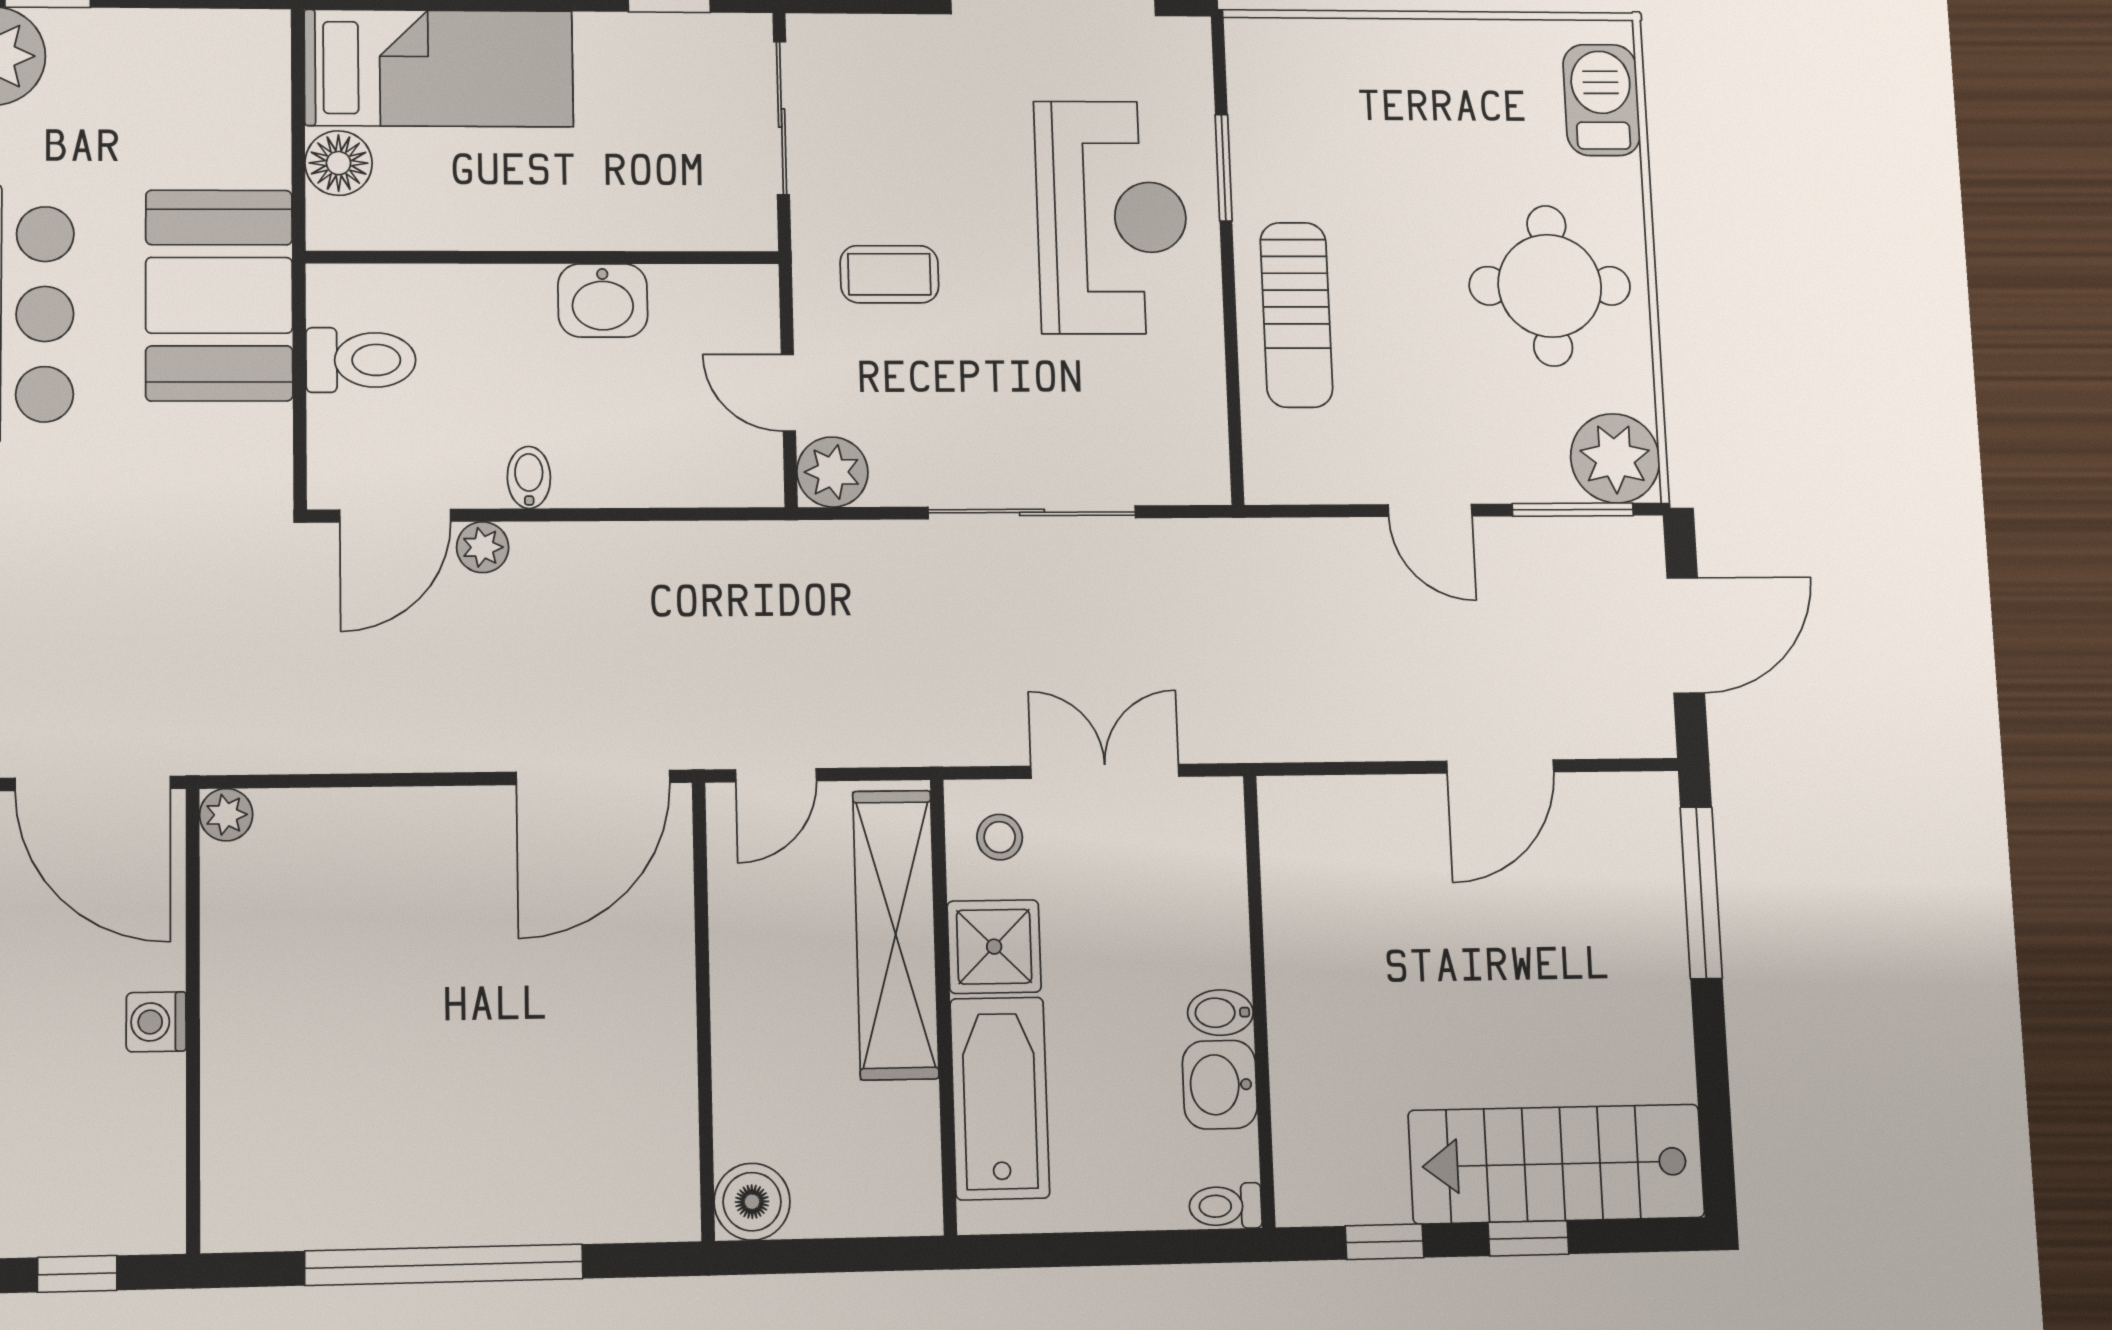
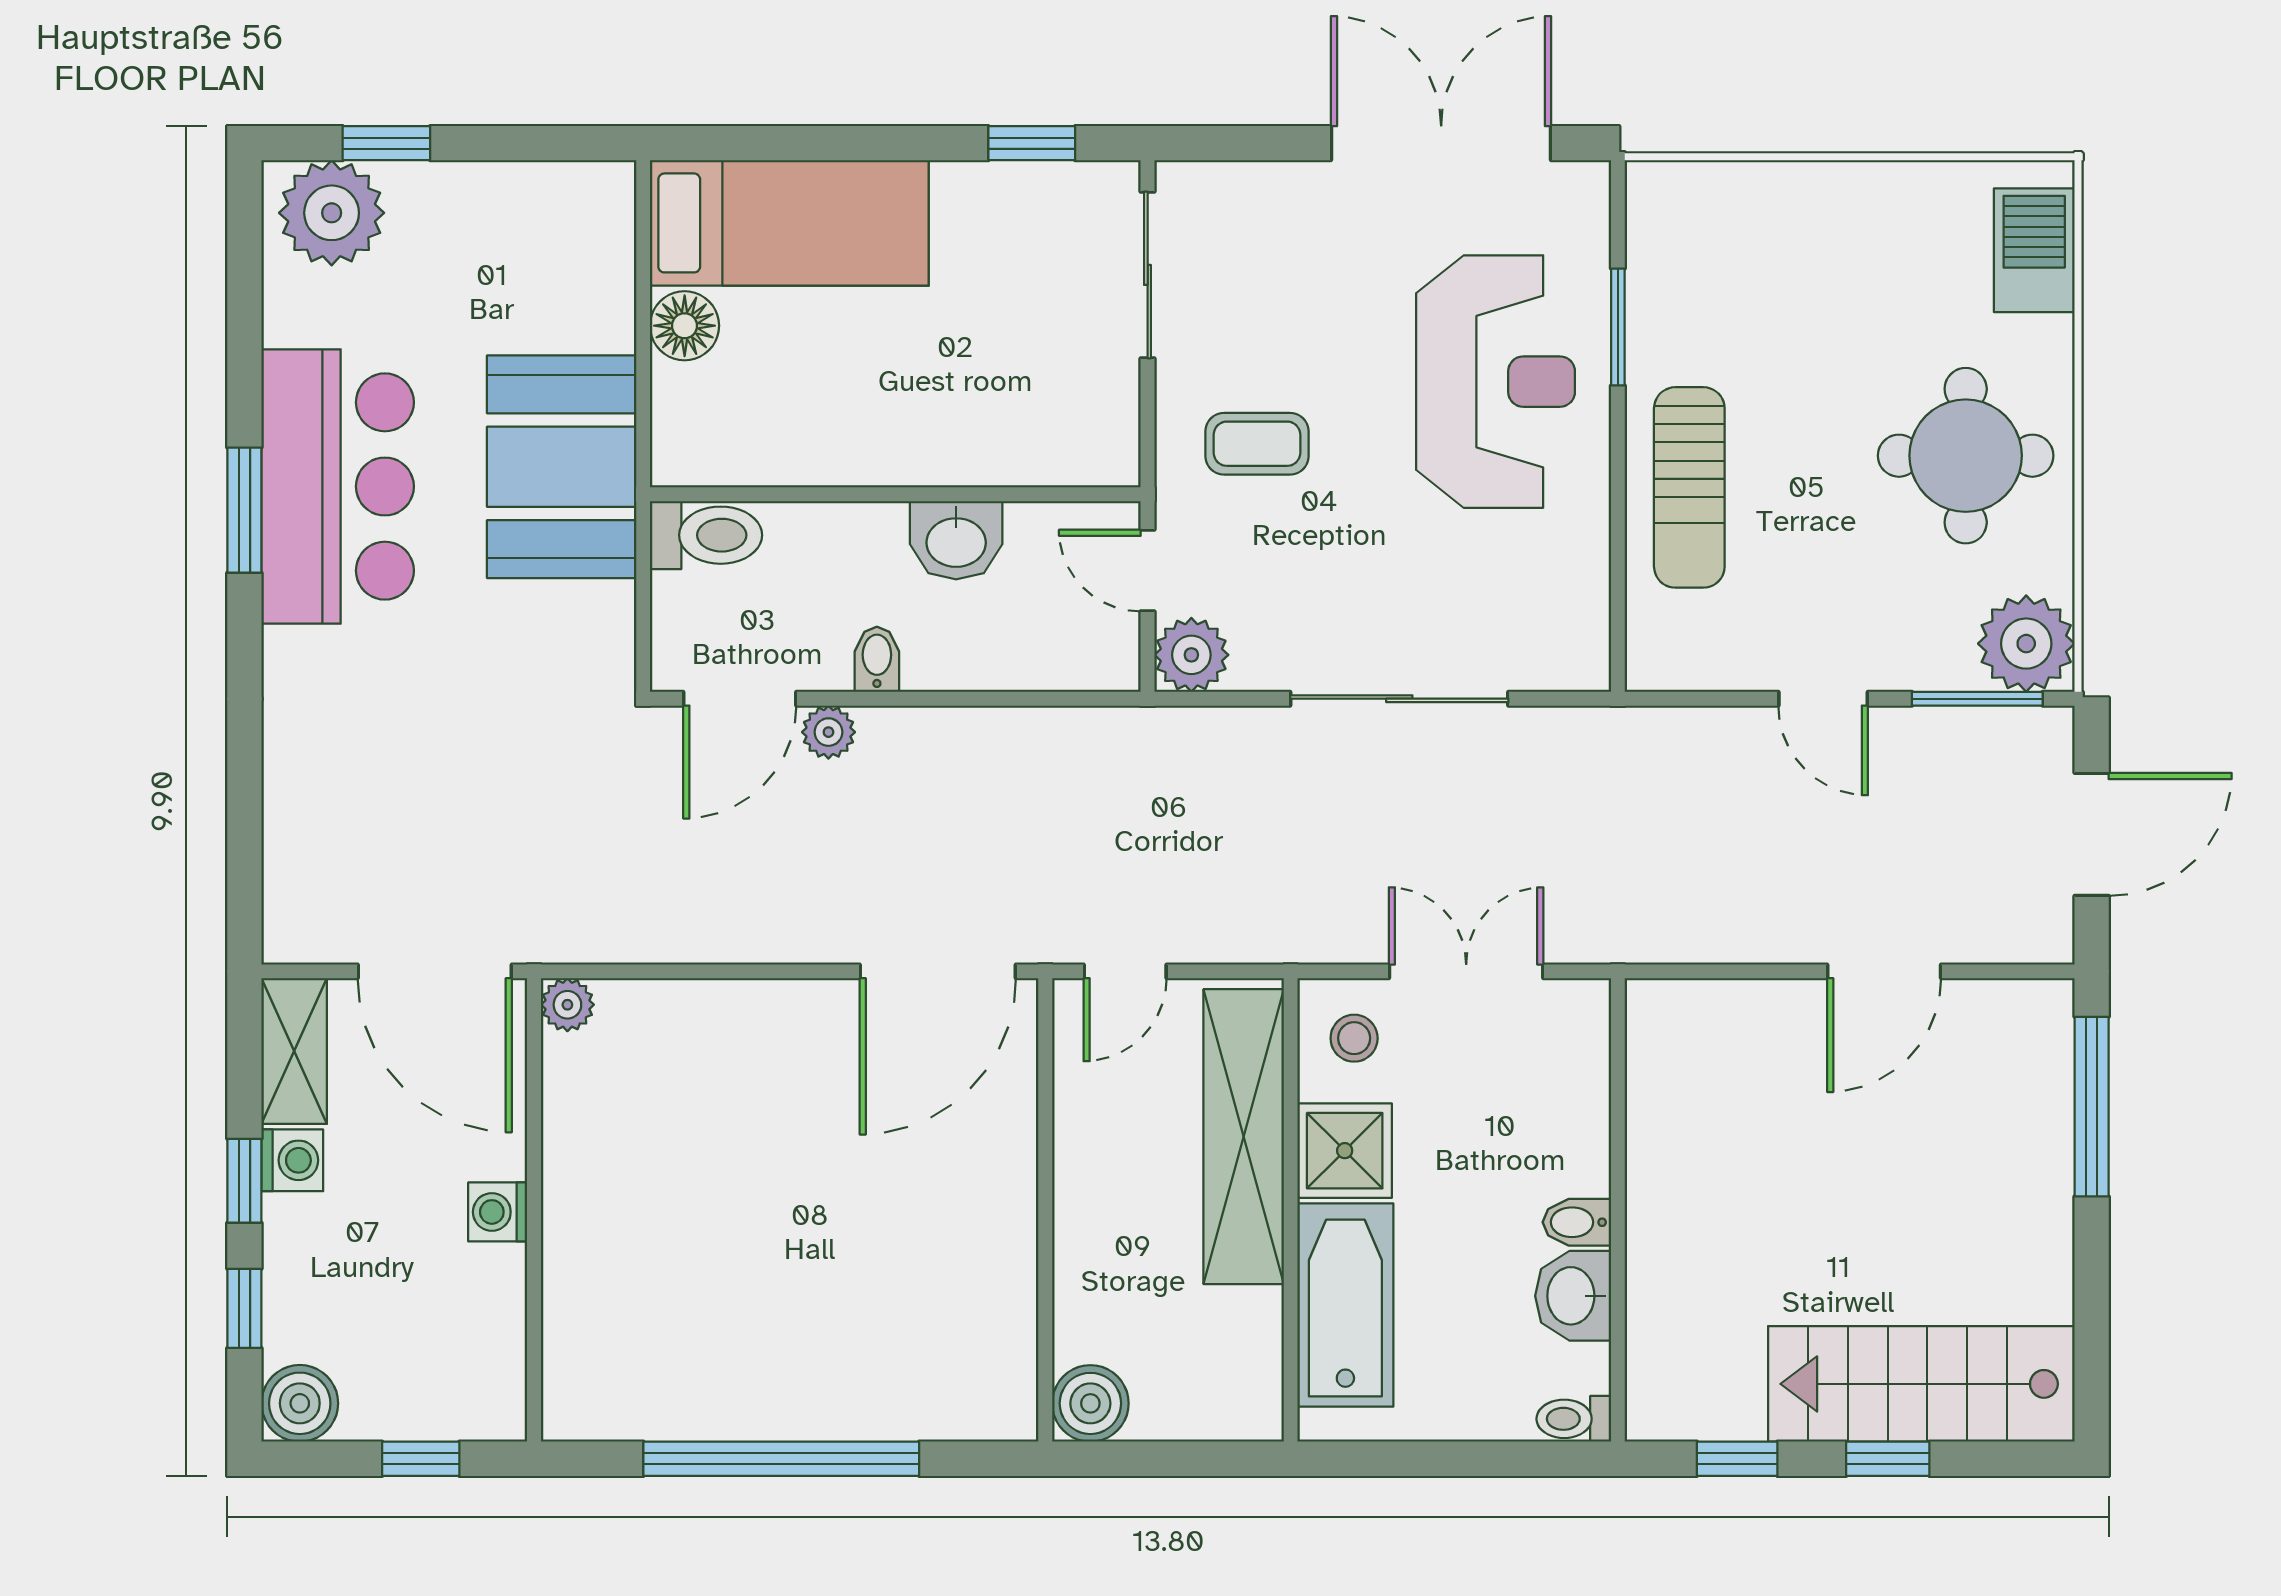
wall: (543, 257) -> (895, 494), moved
washbasin: (603, 300) -> (956, 540), moved

